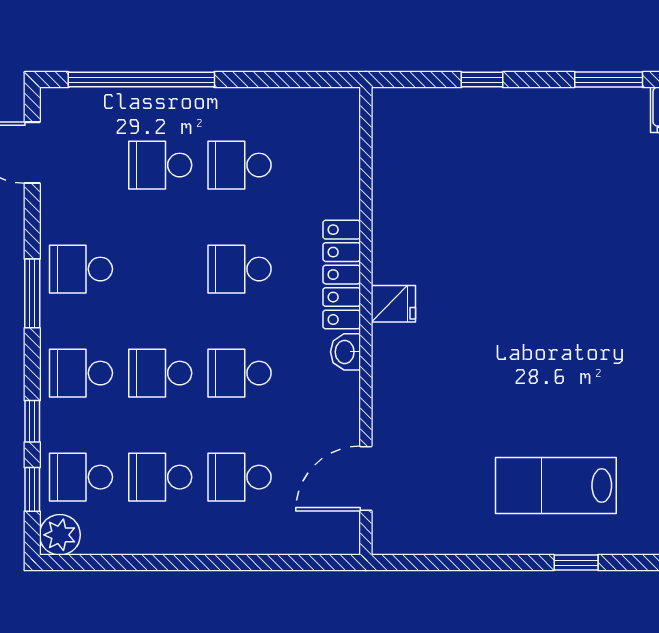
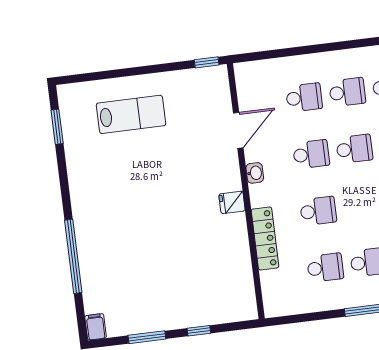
window: (609, 80) -> (147, 337), moved
locker: (342, 275) -> (265, 238), moved
door: (366, 478) -> (238, 130), moved
window: (576, 563) -> (207, 62), moved

